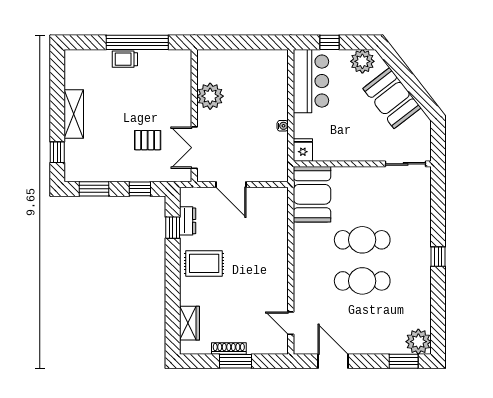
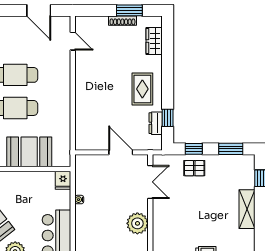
pallet: (148, 140) -> (194, 168), moved
booth: (312, 194) -> (29, 152), moved, turned 90
rug: (204, 263) -> (142, 89), turned 90
window: (235, 361) -> (129, 10), moved

